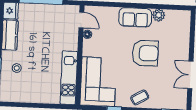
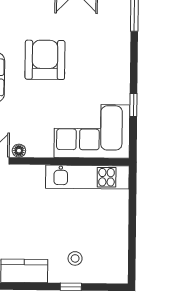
coffee table: (140, 97) -> (114, 66), removed

